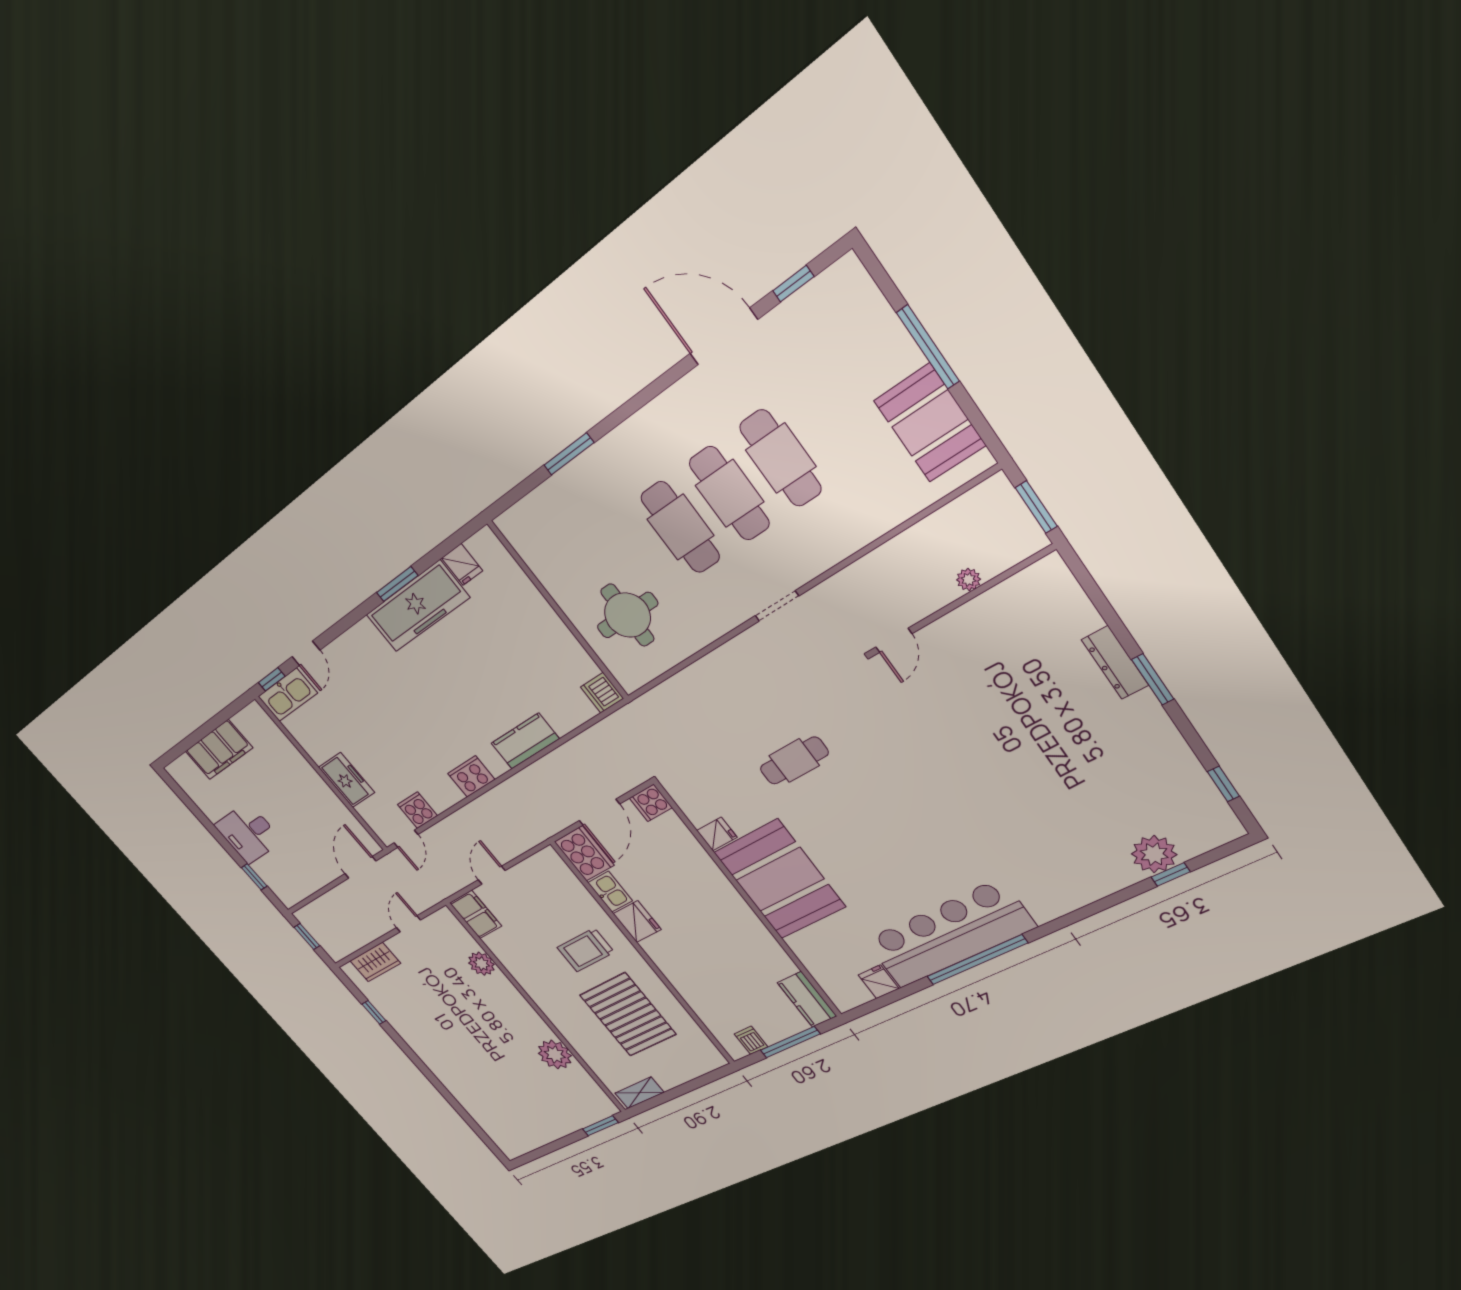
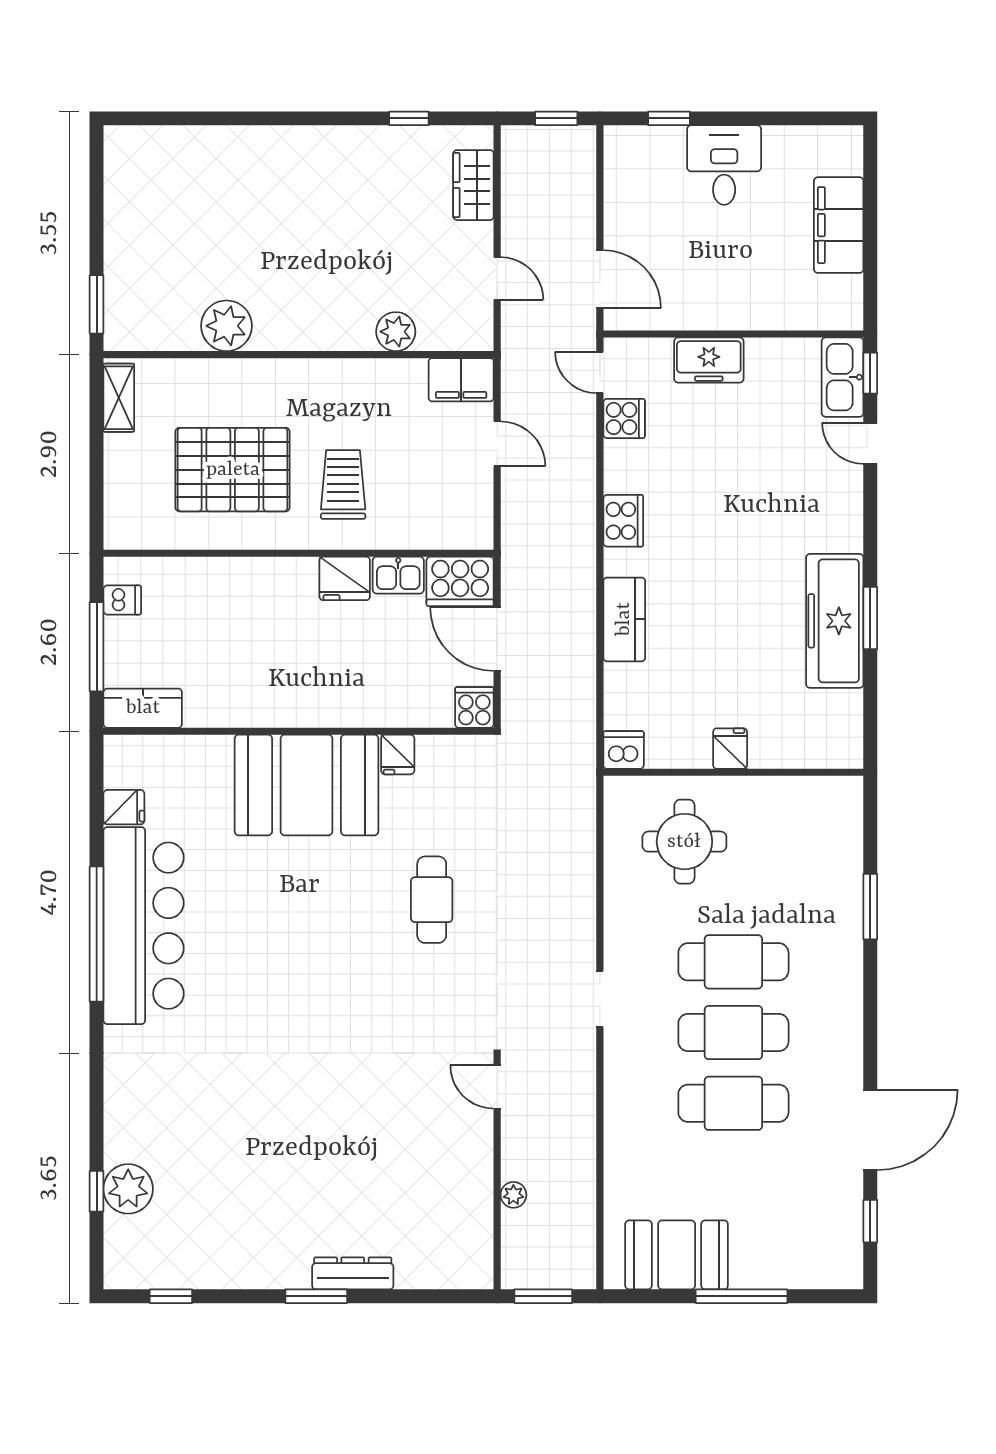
fridge: (462, 564) -> (730, 749), moved, turned 90

